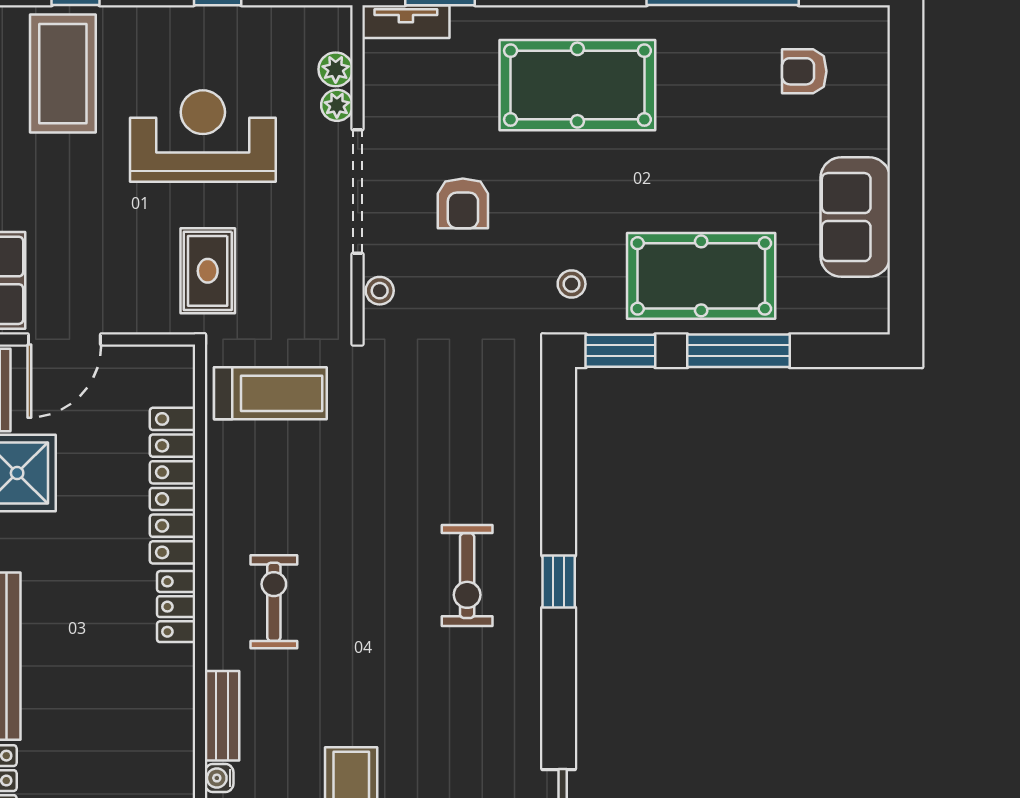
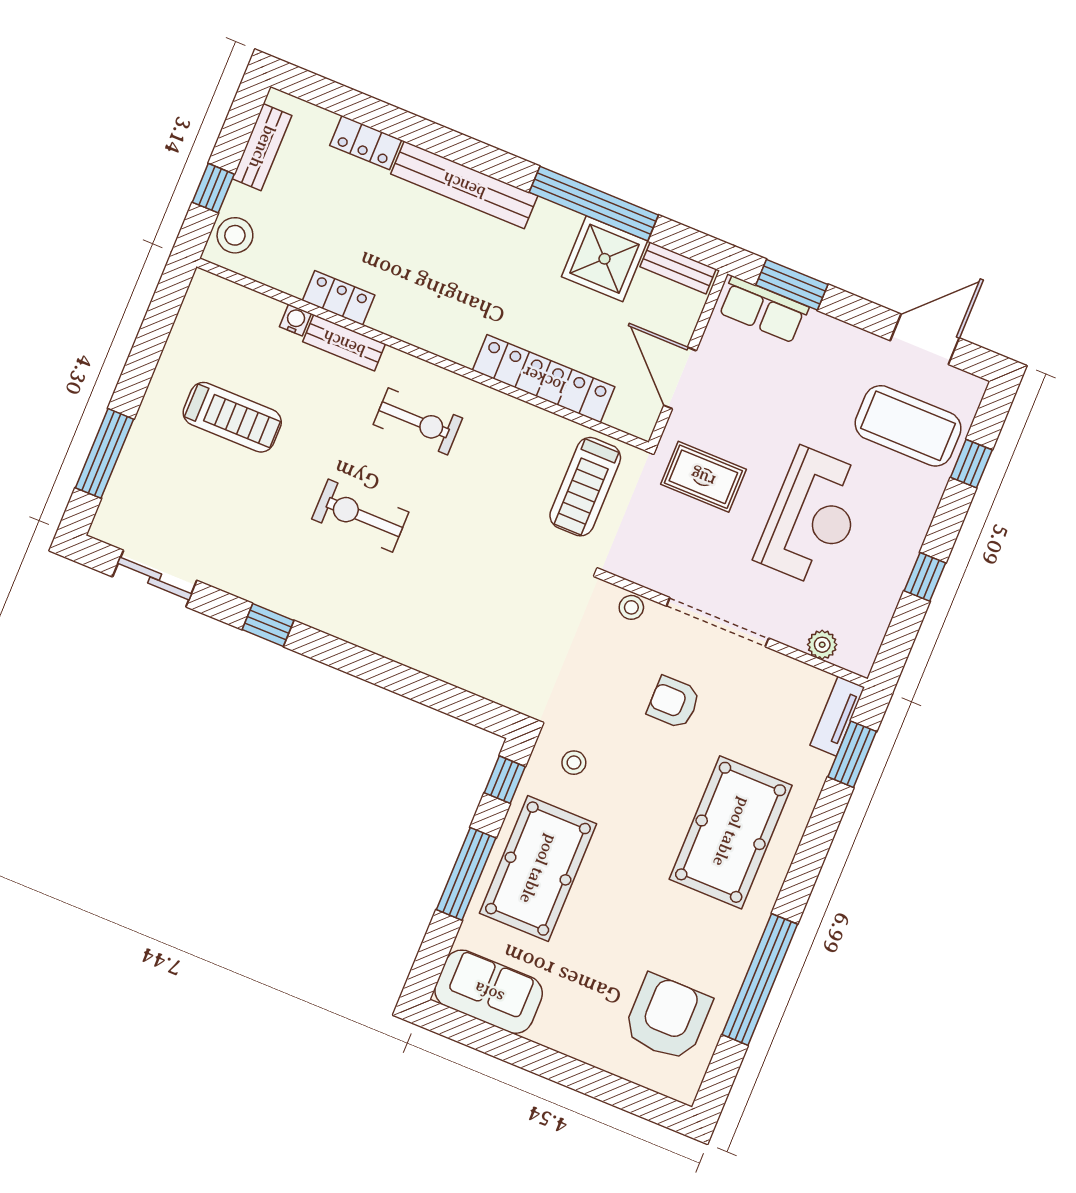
armchair: (804, 71) -> (667, 1018), width x1.88, depth x1.88
plant: (337, 105) -> (793, 634), removed
sofa: (855, 217) -> (489, 992), moved
door: (64, 339) -> (680, 378), moved
window: (620, 351) -> (505, 780), width x0.67
exercise bike: (467, 576) -> (360, 516), moved
window: (559, 582) -> (268, 625), moved
locker: (176, 607) -> (339, 298), moved

